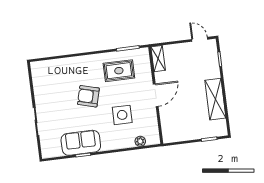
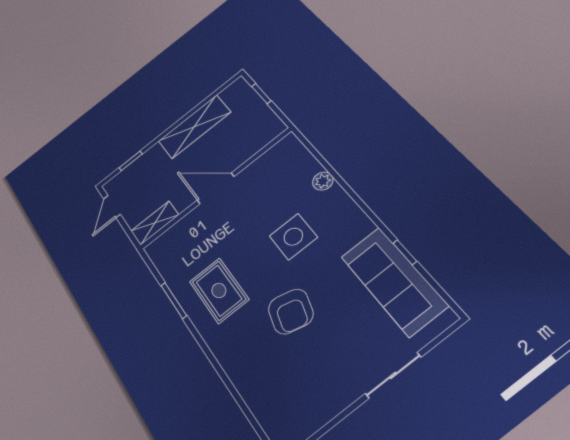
shelving: (158, 59) -> (155, 223), moved
door: (156, 95) -> (216, 188), moved
wall: (156, 95) -> (216, 188), moved
sofa: (81, 143) -> (394, 281), width x1.36

